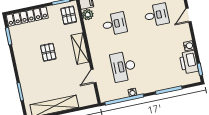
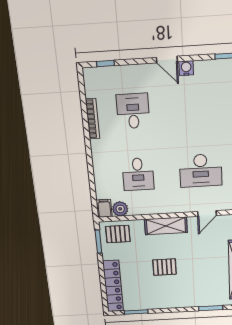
door: (188, 15) -> (167, 60), moved
desk: (114, 24) -> (138, 174), turned 180
printer: (189, 62) -> (211, 72), removed
door: (93, 76) -> (207, 214), hinge flipped

